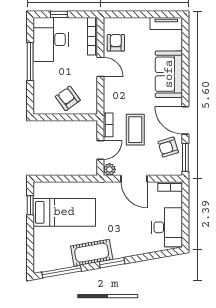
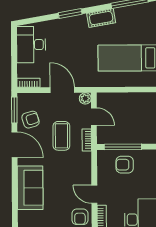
armchair: (68, 98) -> (125, 165), turned 126
window: (70, 117) -> (123, 147), added
door: (100, 150) -> (94, 117), swing flipped
cot: (92, 253) -> (101, 18), width x0.73, depth x0.75
window: (112, 263) -> (70, 13), moved

